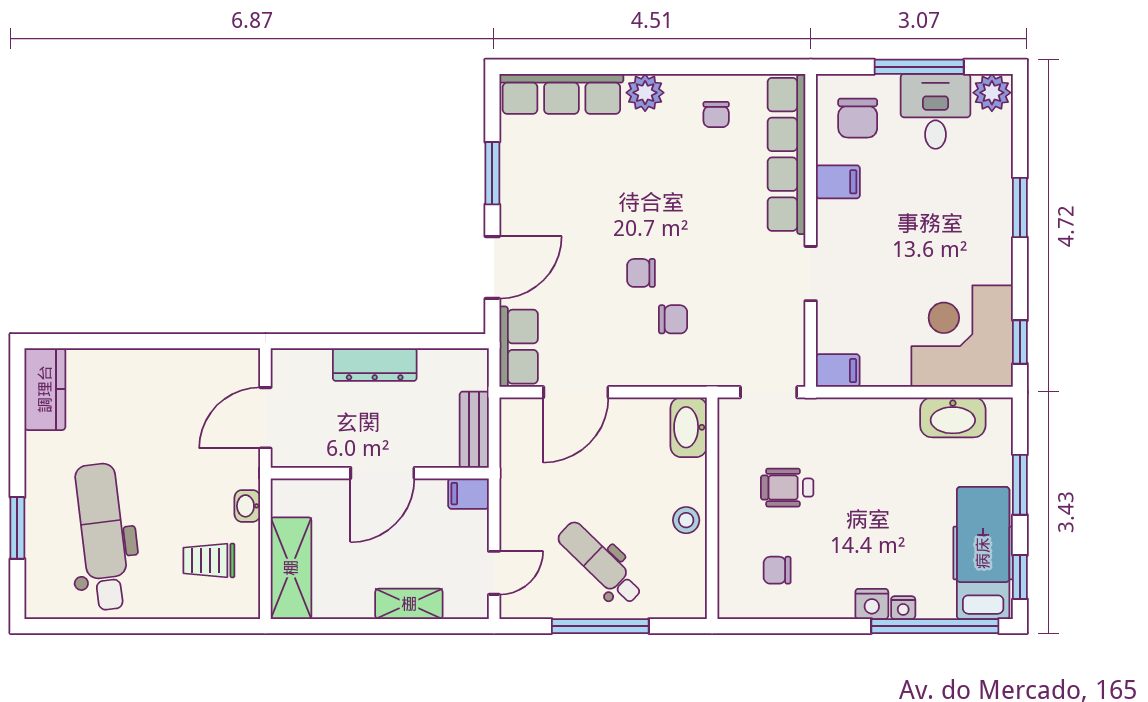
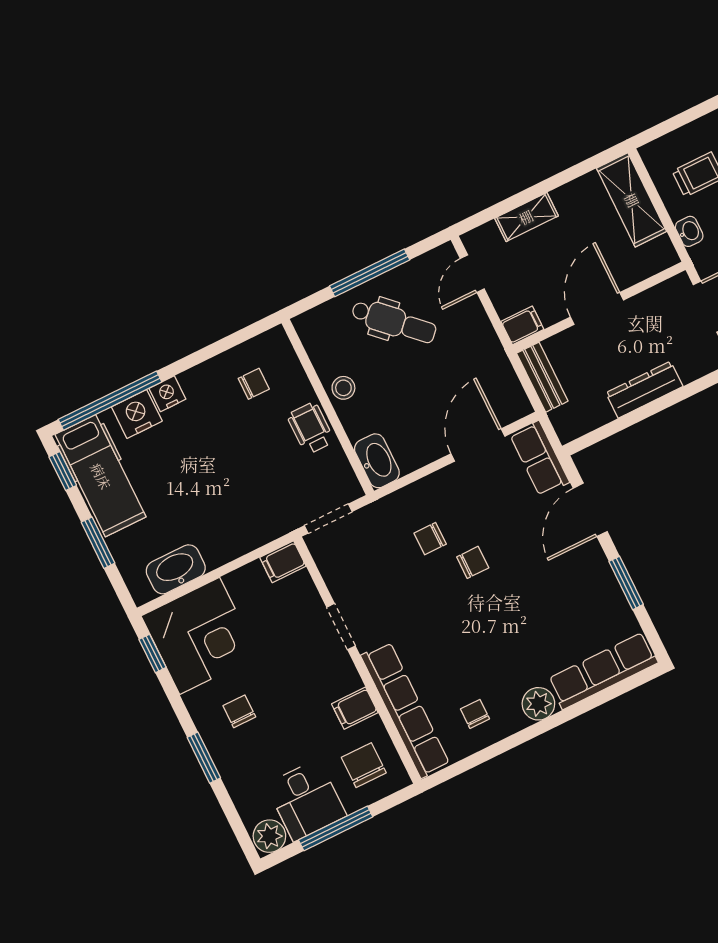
chair: (959, 238) -> (239, 711), added
wheelchair: (787, 488) -> (311, 428), moved, turned -90
nightstand: (903, 608) -> (137, 414), width x1.89, depth x1.79

